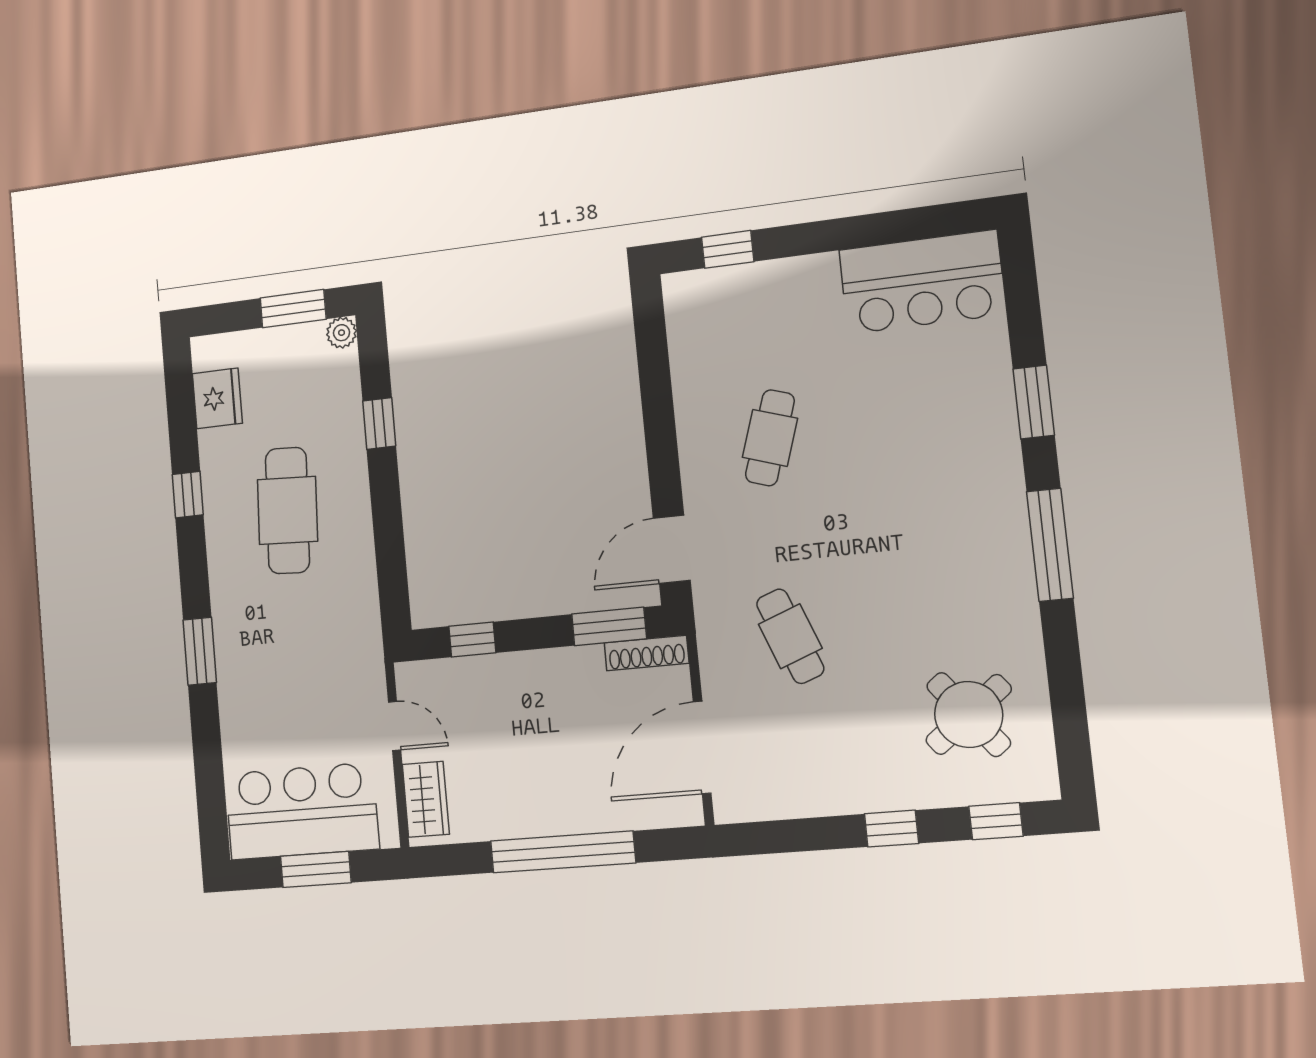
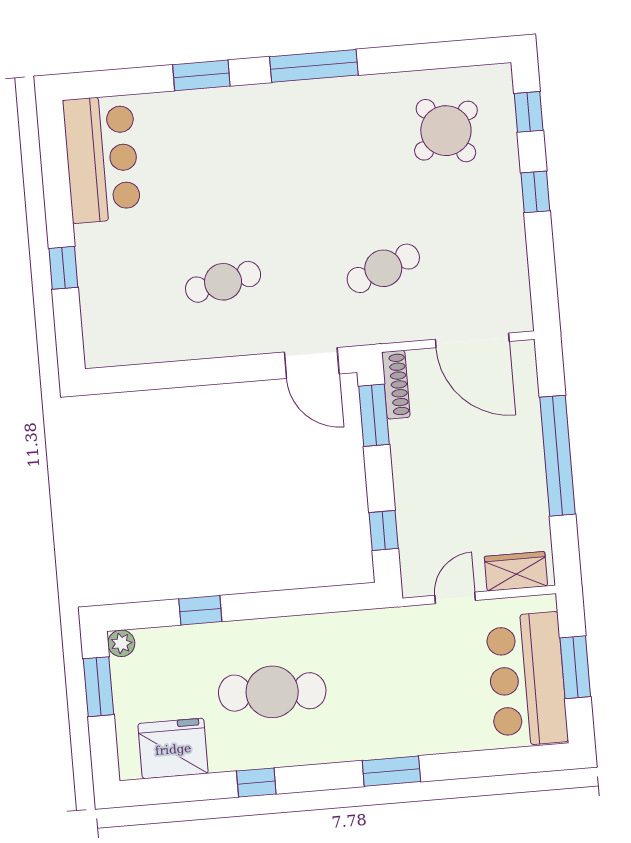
window: (728, 249) -> (63, 268), moved
fridge: (217, 398) -> (173, 749), width x1.36, depth x1.34
cafe table: (770, 438) -> (223, 282), turned -30

